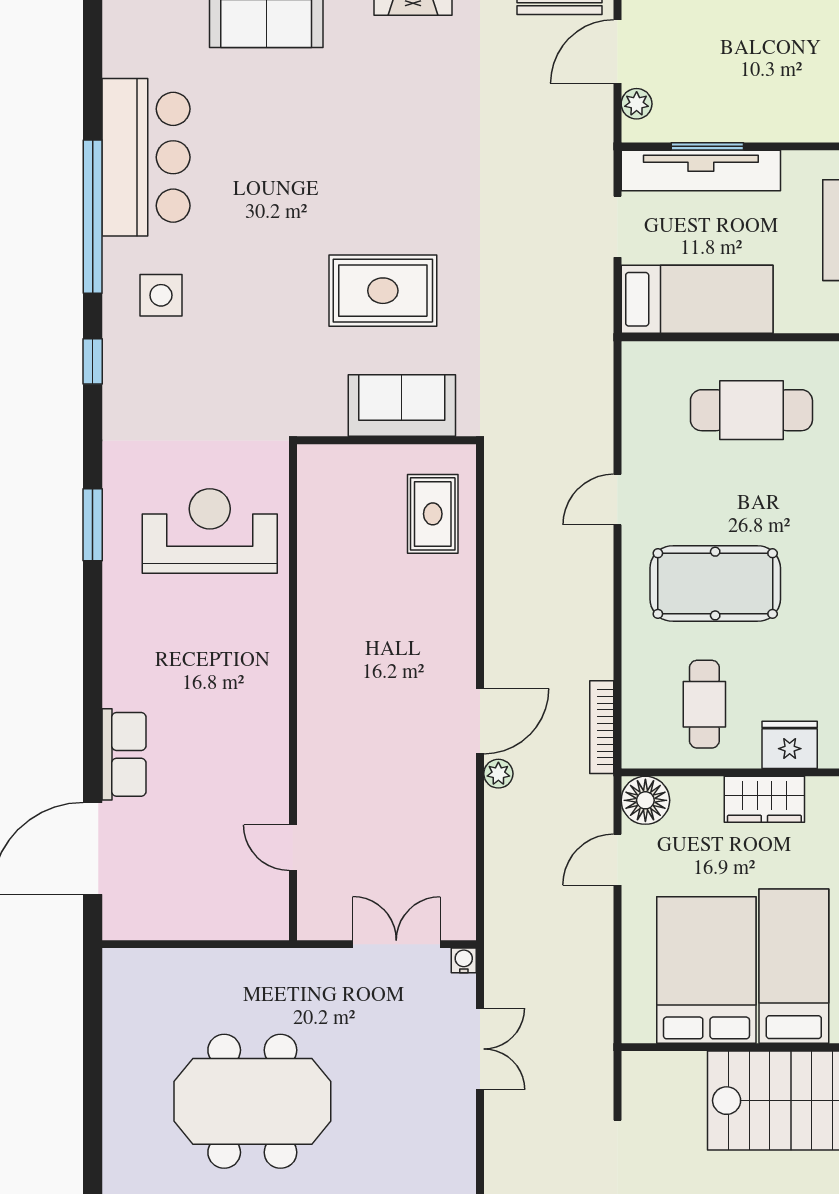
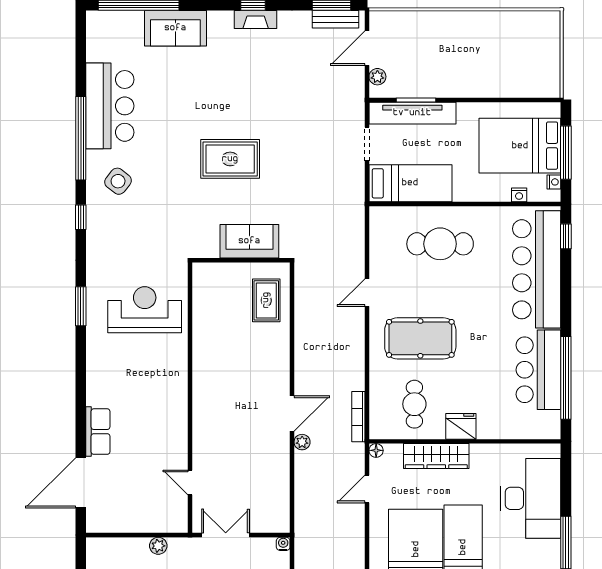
rug: (383, 291) -> (230, 159), moved
side table: (161, 295) -> (118, 181), turned 38
wardrobe: (764, 799) -> (436, 456), width x1.50
floor lamp: (645, 800) -> (376, 450), width x0.53, depth x0.53
double door: (396, 944) -> (226, 535), moved
plant: (235, 964) -> (158, 546), added

